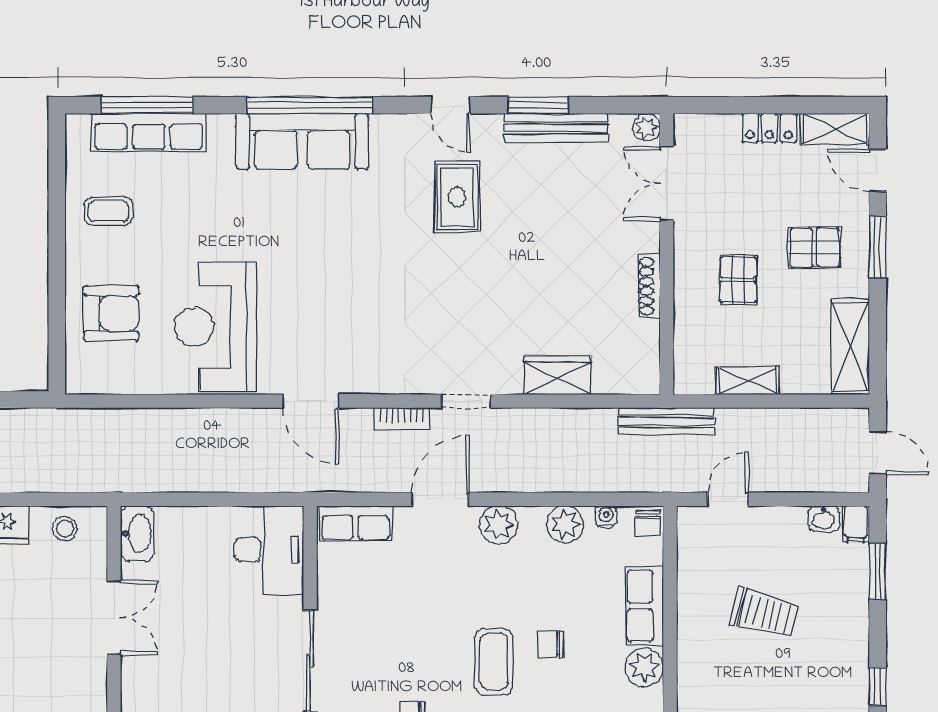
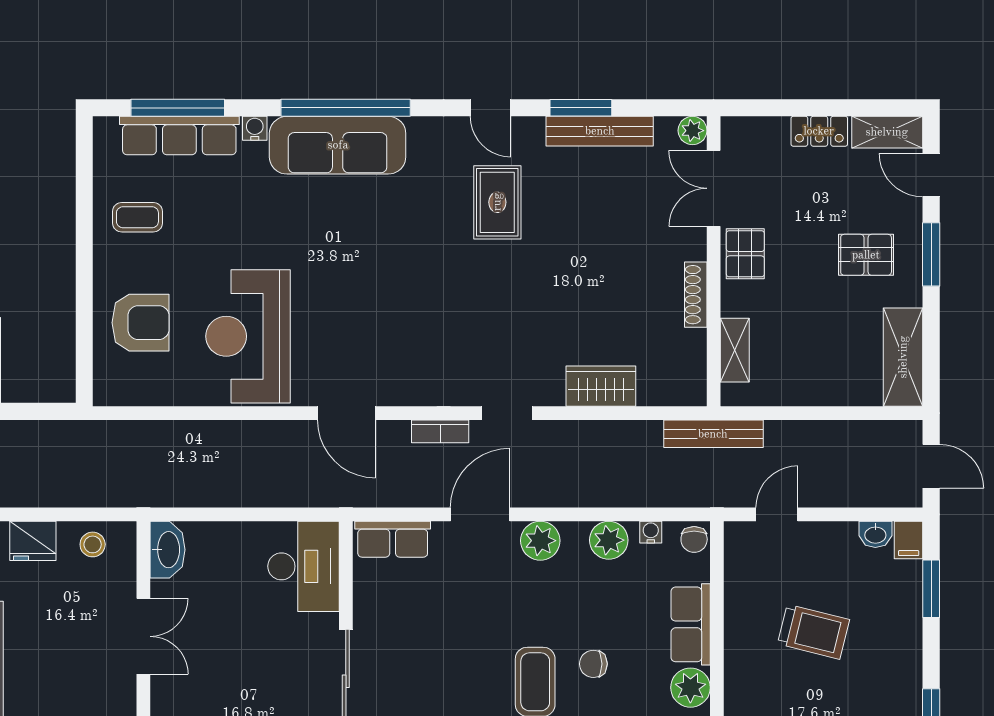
water cooler: (222, 125) -> (255, 128), added
pallet: (738, 280) -> (745, 254), moved
shelving: (748, 381) -> (735, 350), moved, turned 90

